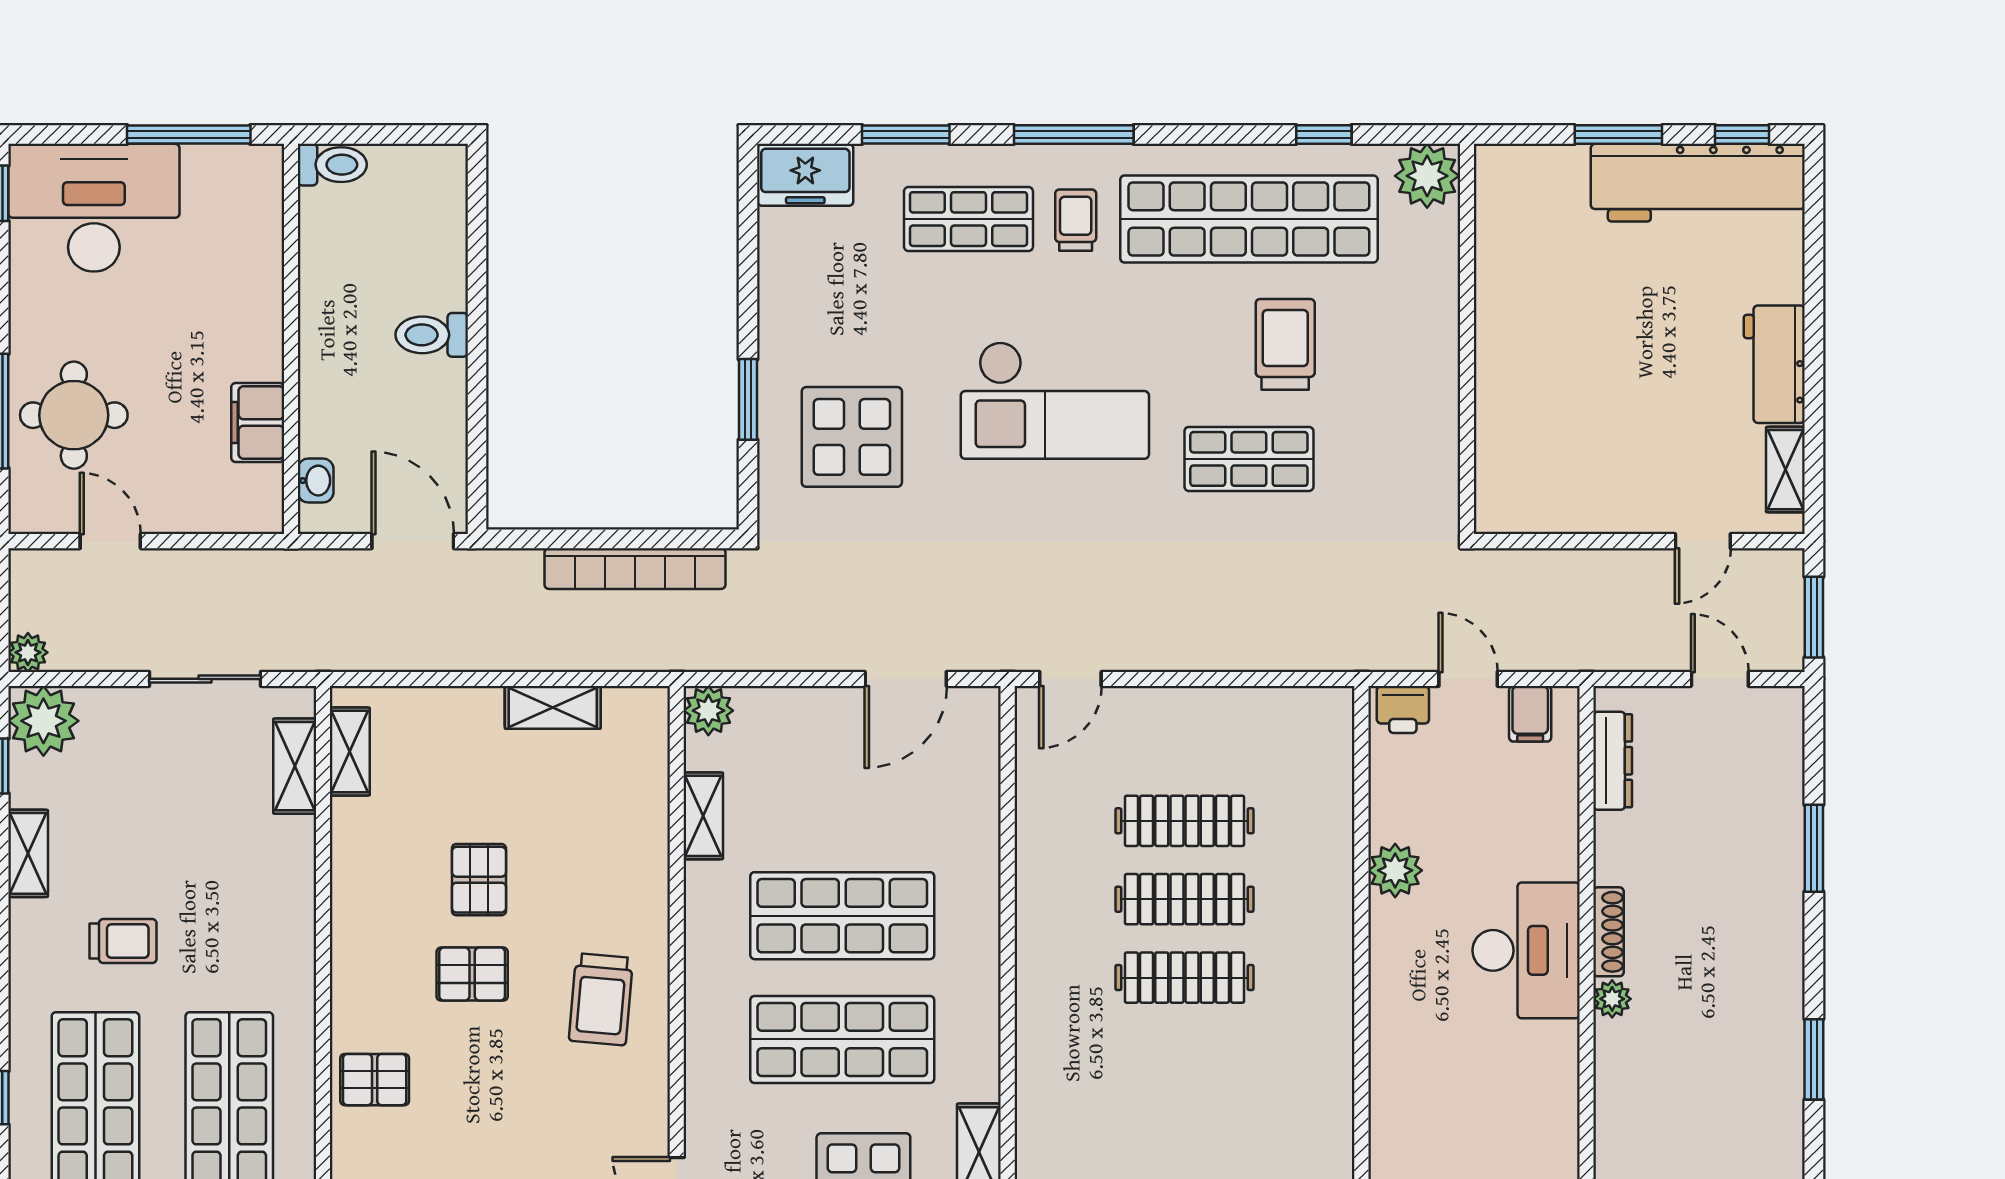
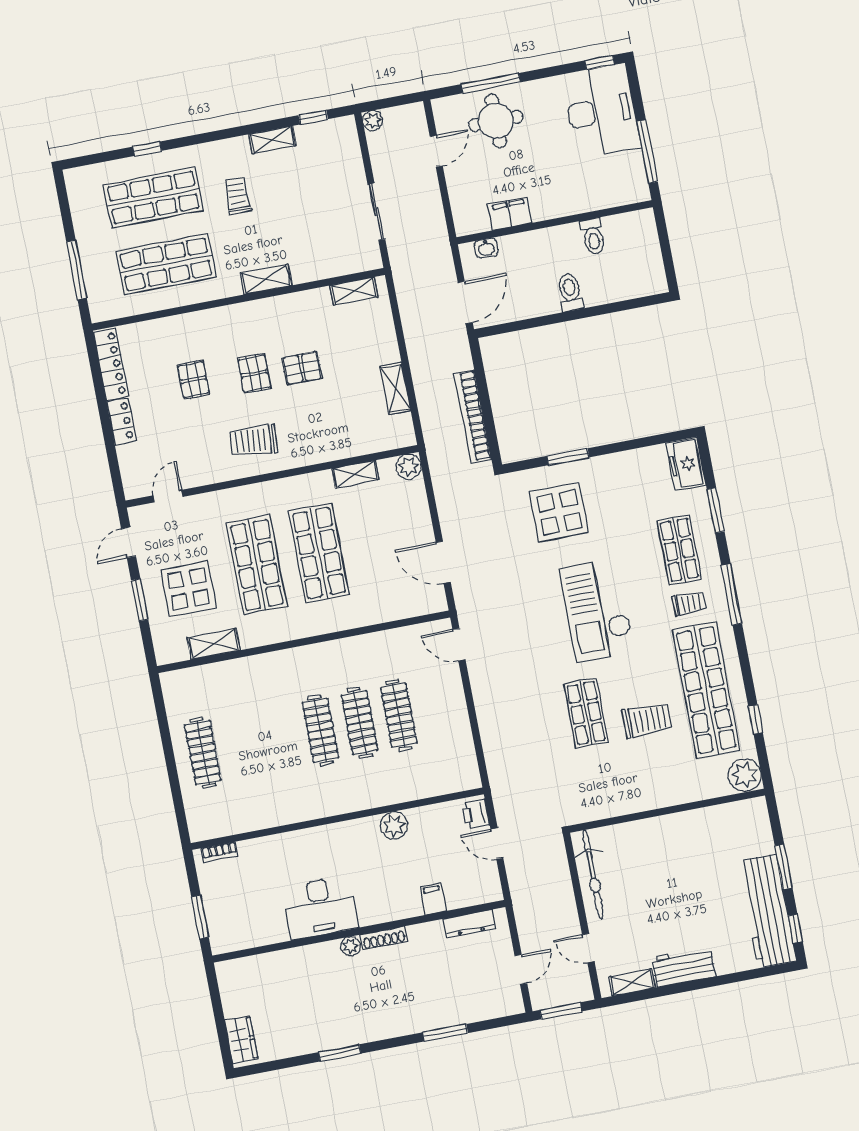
toilet: (332, 165) -> (593, 236), moved
bicycle: (1563, 505) -> (593, 875), added
door: (1468, 679) -> (497, 844), swing flipped
filing cabinet: (1530, 714) -> (433, 899), moved, turned 90
plant: (43, 721) -> (340, 135), removed
shelving: (295, 766) -> (266, 279), moved
trolley: (123, 941) -> (237, 196), turned 180
desk: (1526, 950) -> (320, 907), moved
pallet: (375, 1080) -> (193, 380), moved

